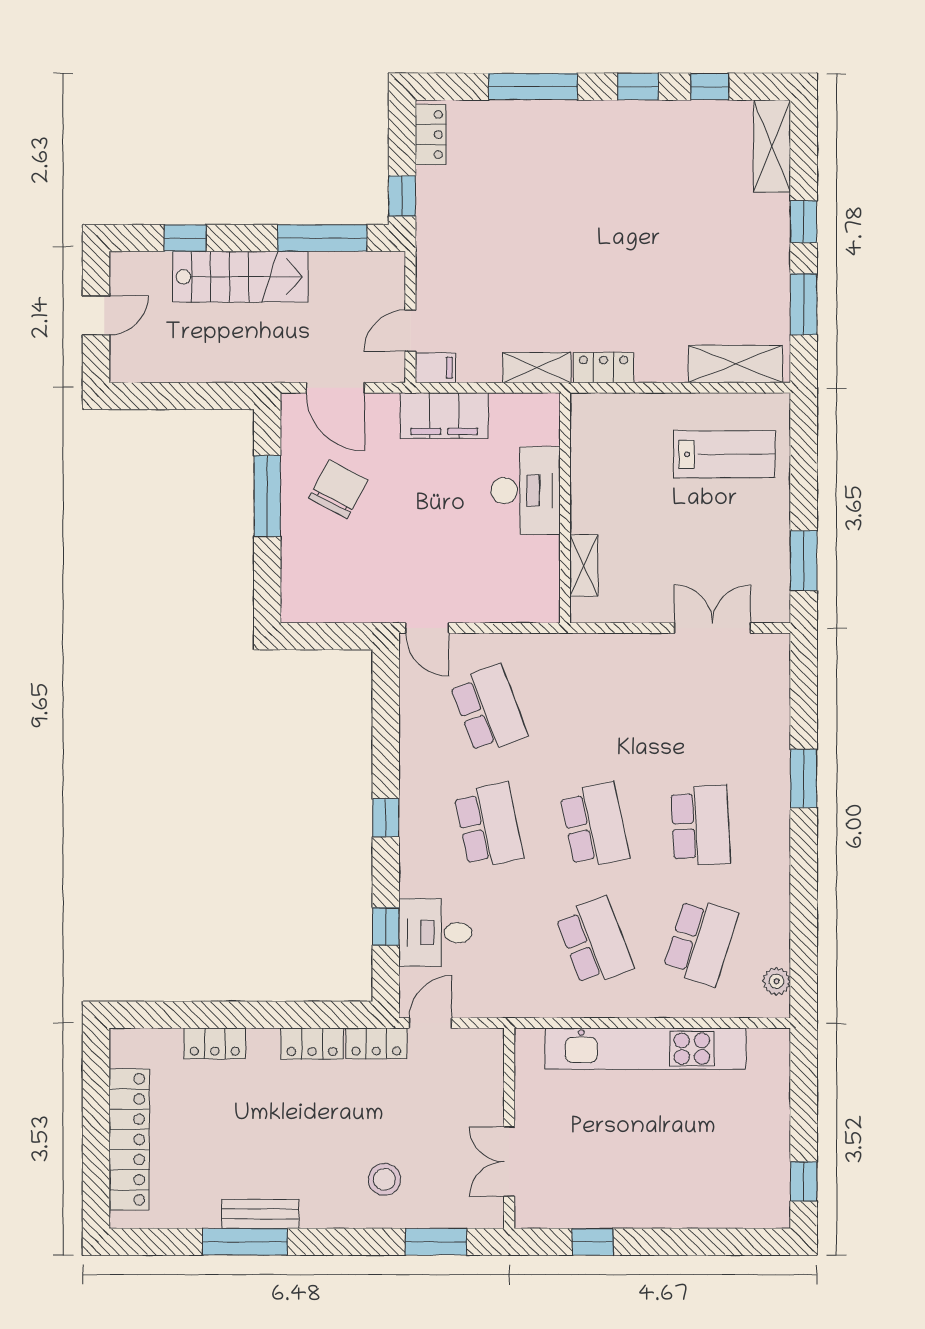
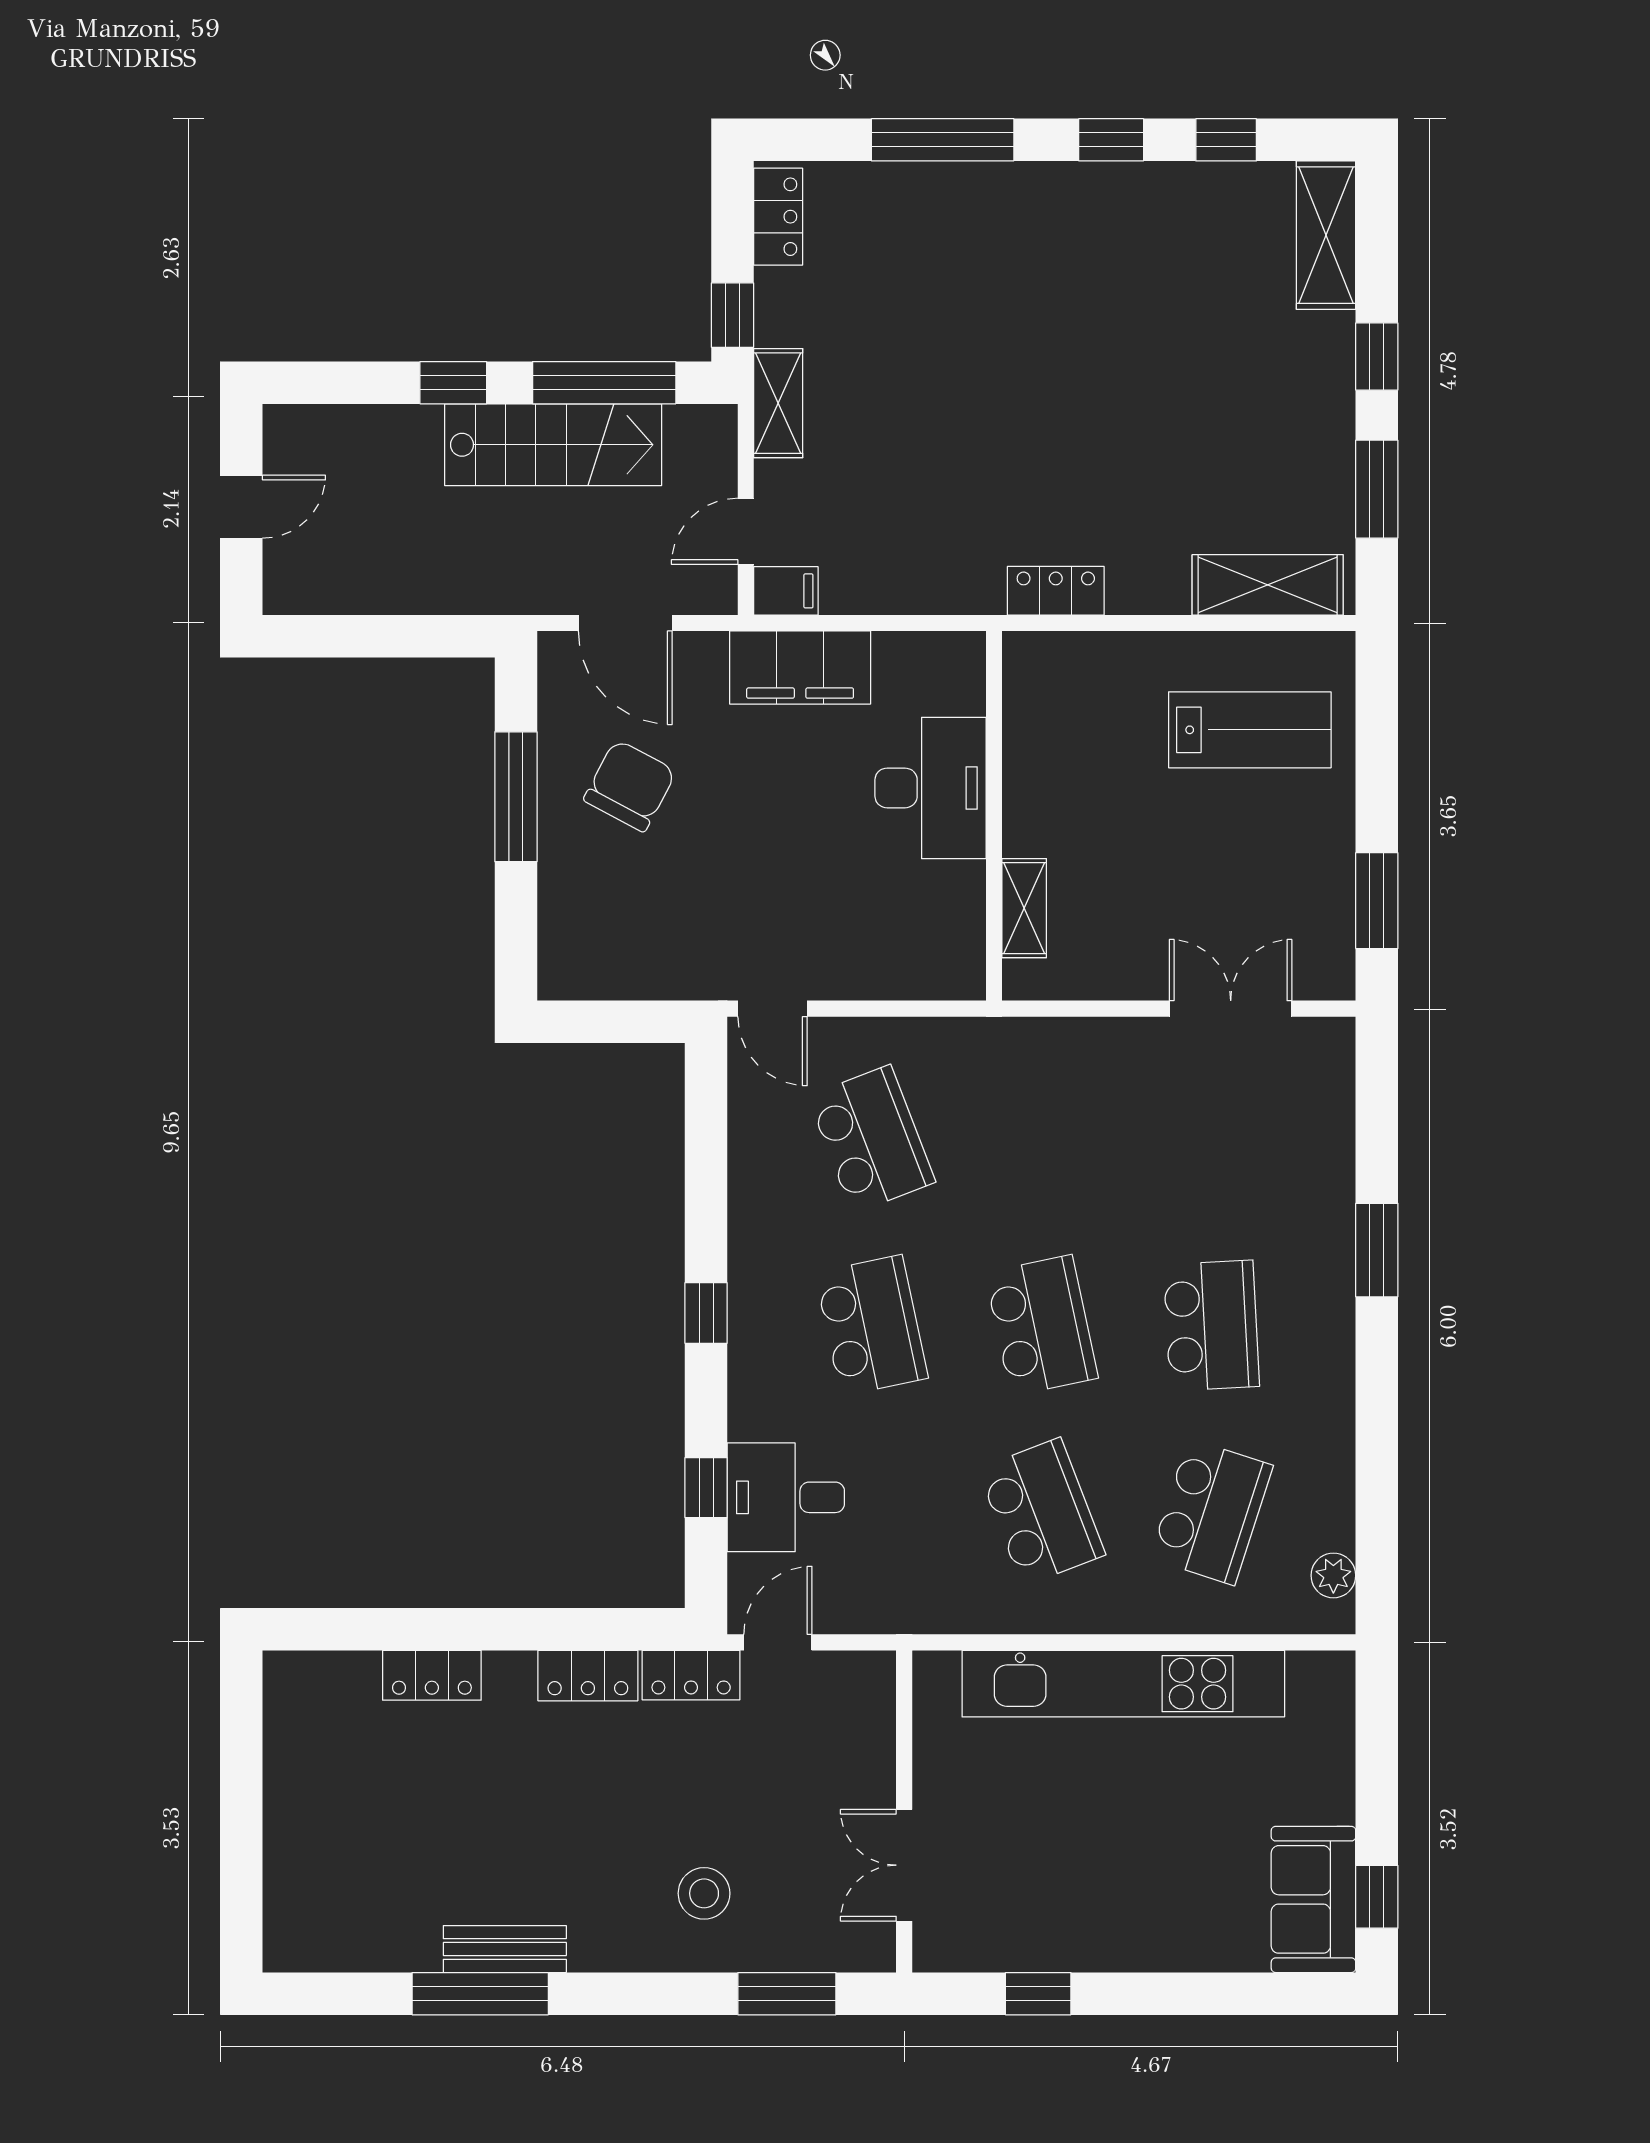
window: (185, 238) -> (453, 383), moved
stairs: (240, 277) -> (553, 445), moved
shelving: (537, 368) -> (778, 403), moved, turned 90
locker: (129, 1139) -> (294, 1829), removed
sofa: (764, 1183) -> (1313, 1899), added

